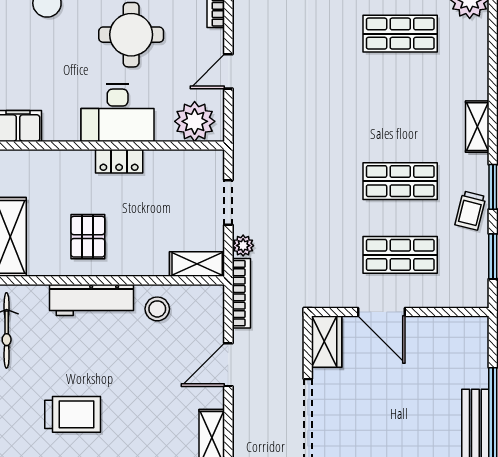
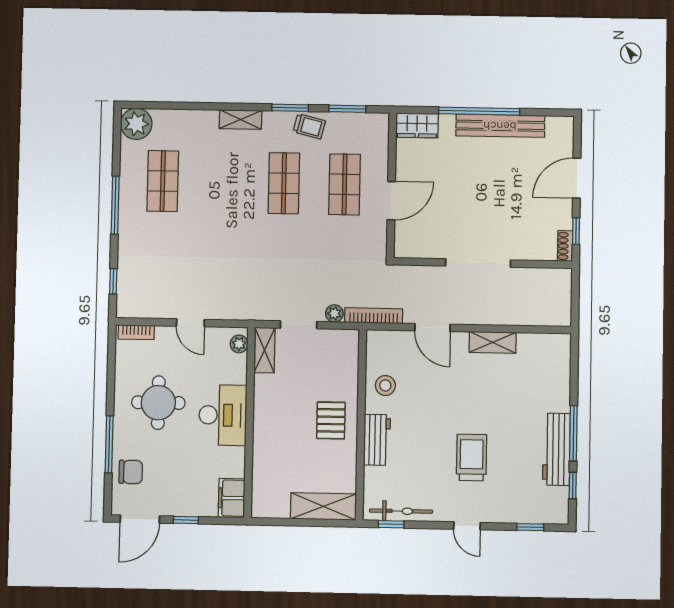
plant: (195, 121) -> (239, 344), width x0.53, depth x0.53
locker: (119, 161) -> (263, 415), removed
pallet: (88, 237) -> (331, 420), moved, turned 90
shelving: (197, 264) -> (264, 350), moved
workbench: (92, 300) -> (377, 440), width x0.73
wardrobe: (327, 342) -> (417, 125), moved, turned 180

